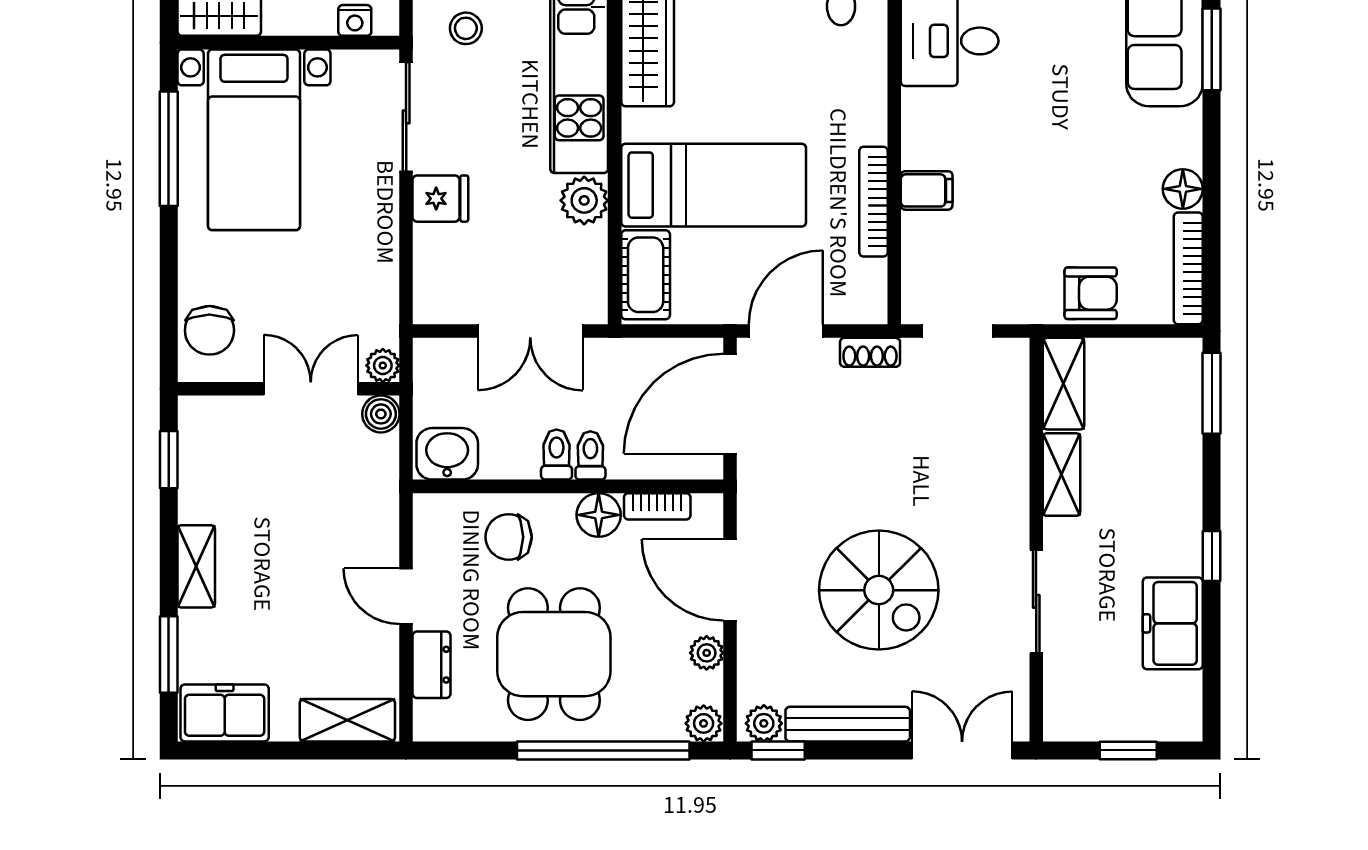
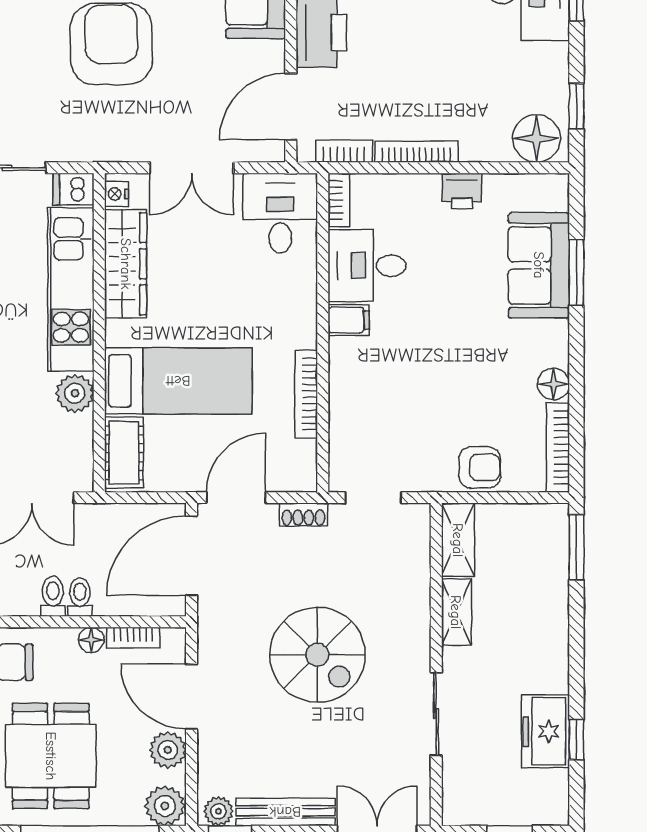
filing cabinet: (927, 190) -> (349, 320), moved
floor lamp: (599, 515) -> (91, 640), width x0.73, depth x0.73
window: (1212, 556) -> (576, 740), moved
spiral stairs: (879, 590) -> (317, 655), moved
plant: (707, 653) -> (168, 750), width x1.38, depth x1.38
plant: (704, 723) -> (165, 806), width x1.38, depth x1.38

